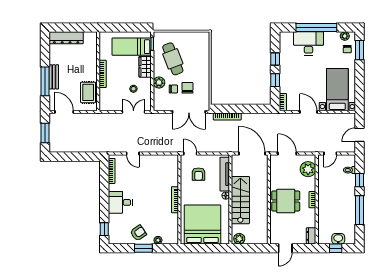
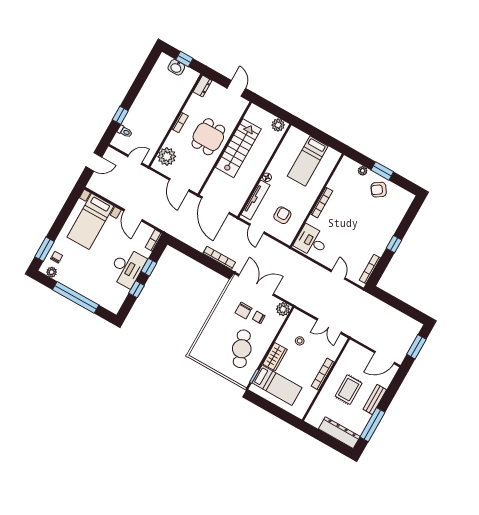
desk: (308, 43) -> (127, 268), moved, turned -90
window: (45, 81) -> (372, 425), moved
plant: (159, 82) -> (283, 309), moved
rug: (88, 92) -> (349, 390), moved
door: (64, 112) -> (384, 357), hinge flipped
double door: (134, 112) -> (329, 326), moved
door: (190, 154) -> (257, 229), moved
stairs: (240, 200) -> (238, 148), moved, turned 180
dining table: (286, 201) -> (208, 137), turned 90
desk: (120, 202) -> (311, 241), moved, turned 180
window: (359, 210) -> (138, 84), removed
bed: (202, 224) -> (308, 161), width x0.49
window: (104, 229) -> (394, 244), moved
door: (285, 248) -> (236, 88), hinge flipped

